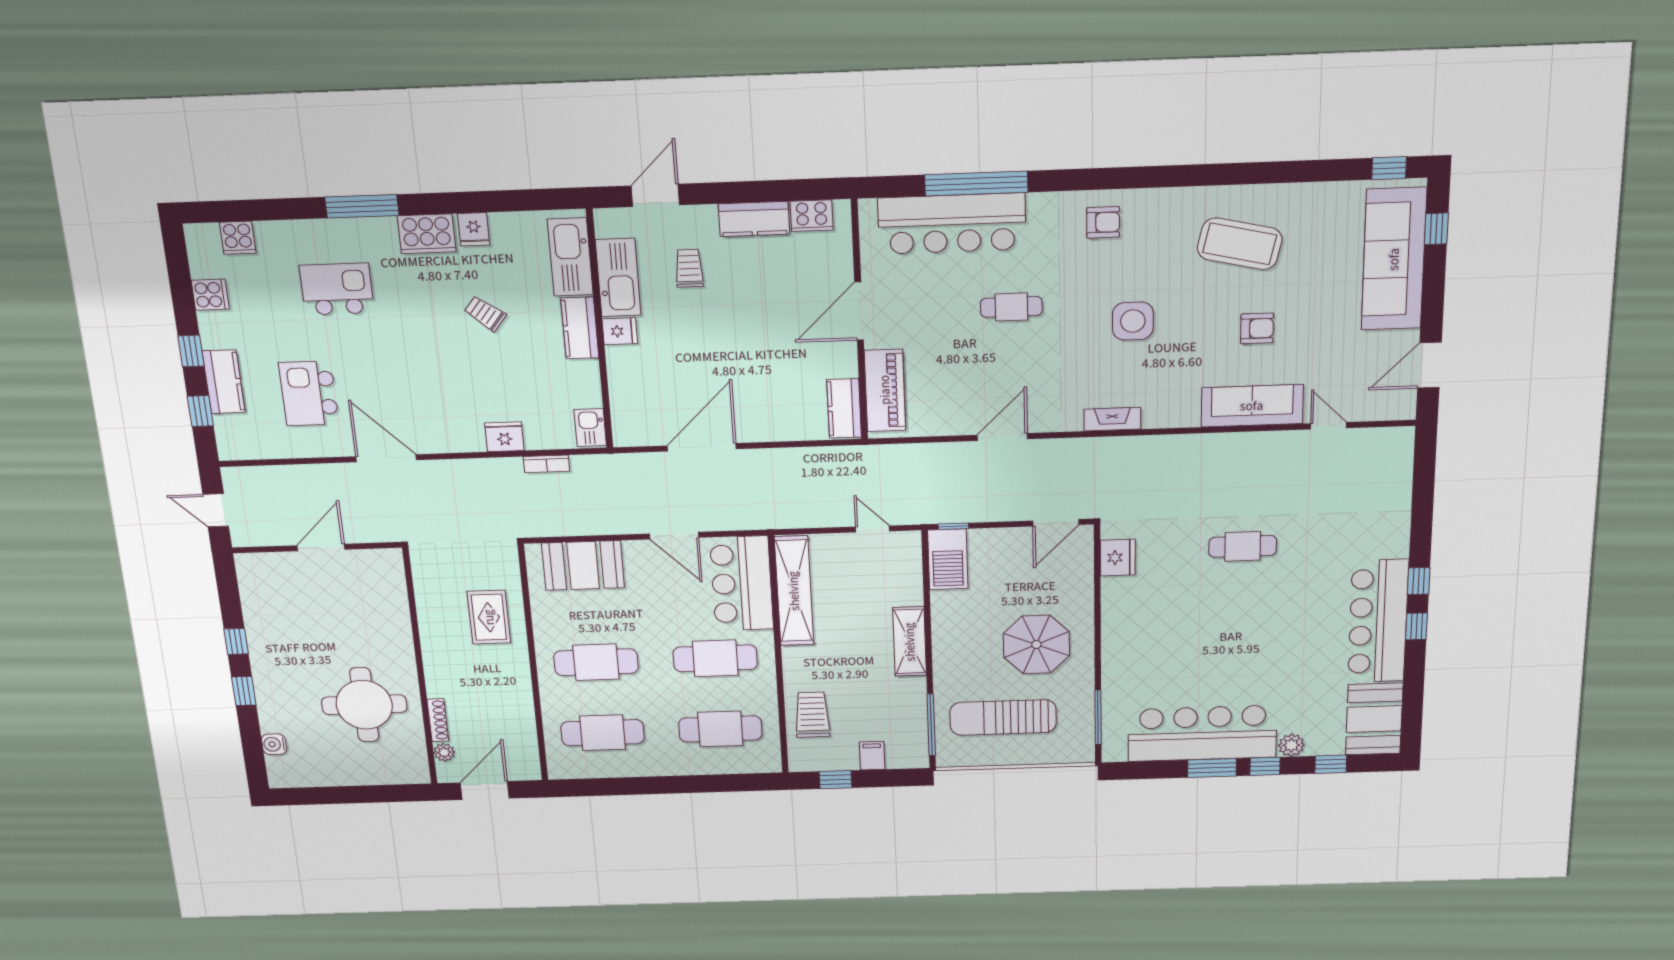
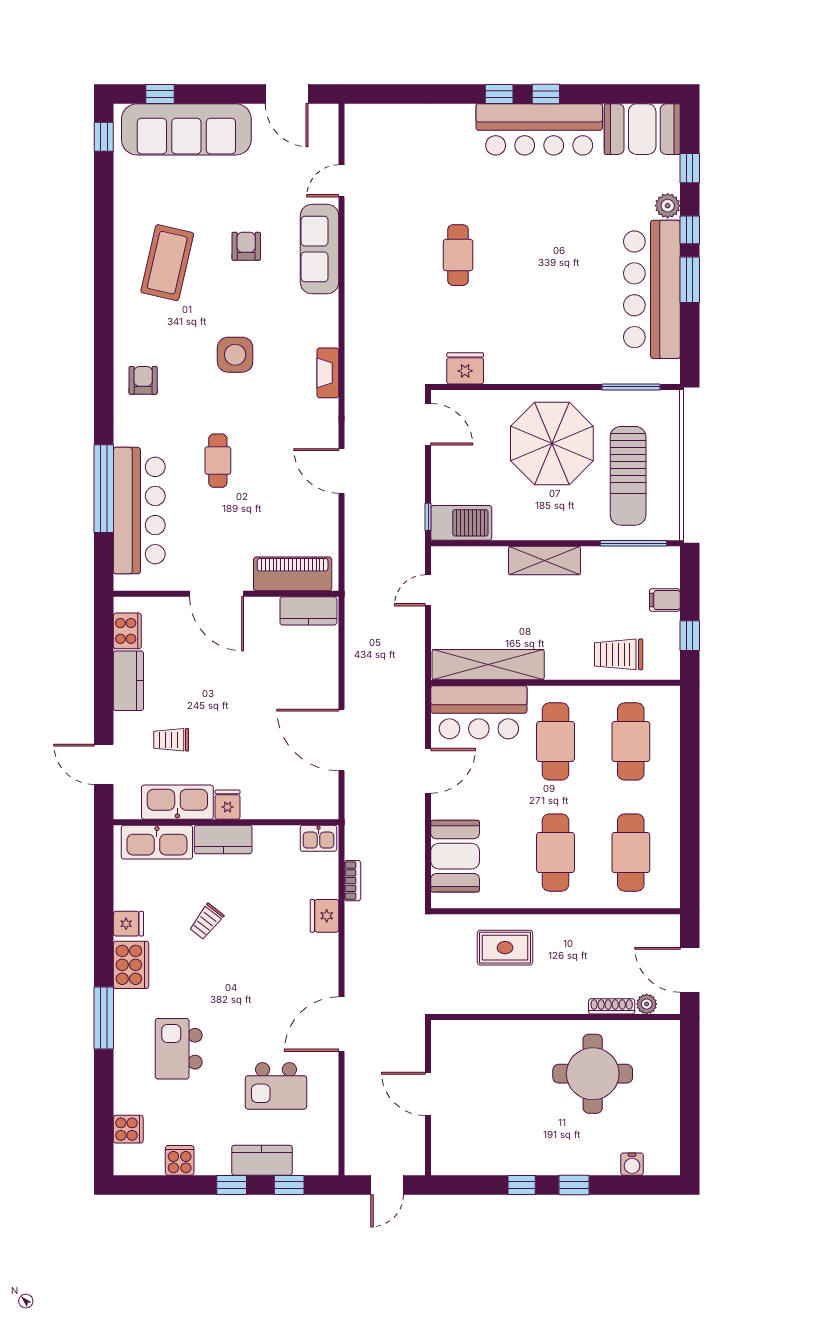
parasol: (1036, 645) -> (552, 444), width x1.36, depth x1.36

